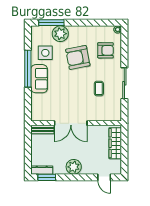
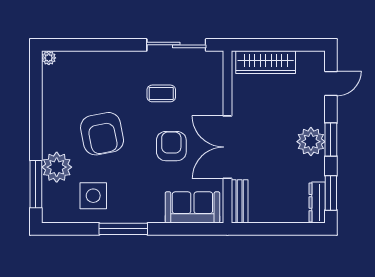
armchair: (105, 50) -> (171, 146), moved
window: (28, 69) -> (123, 229), width x0.68
sofa: (39, 79) -> (192, 207), moved
sliding door: (124, 83) -> (176, 45), moved
double door: (71, 123) -> (227, 147), swing flipped
window: (75, 177) -> (331, 140), added

